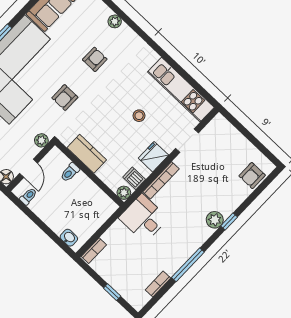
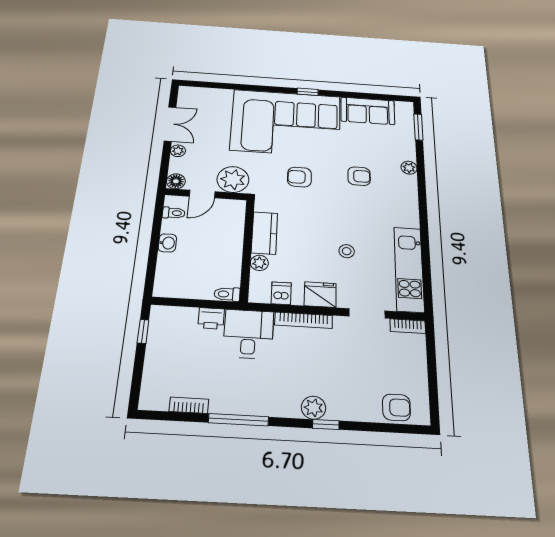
plant: (41, 140) -> (233, 179), width x1.88, depth x1.88
toilet: (70, 172) -> (227, 294), moved
armchair: (252, 176) -> (396, 407), turned 180
plant: (124, 193) -> (259, 263), moved
printer: (117, 231) -> (211, 318), added
washbasin: (69, 238) -> (167, 243), moved
bookcase: (94, 251) -> (408, 326), moved
window: (112, 292) -> (143, 331), moved

